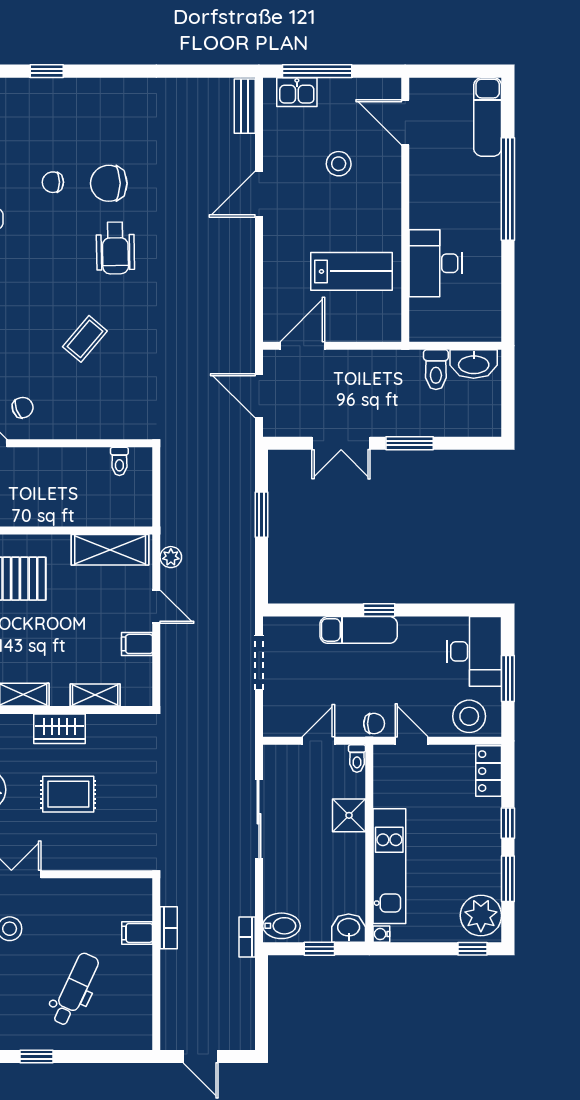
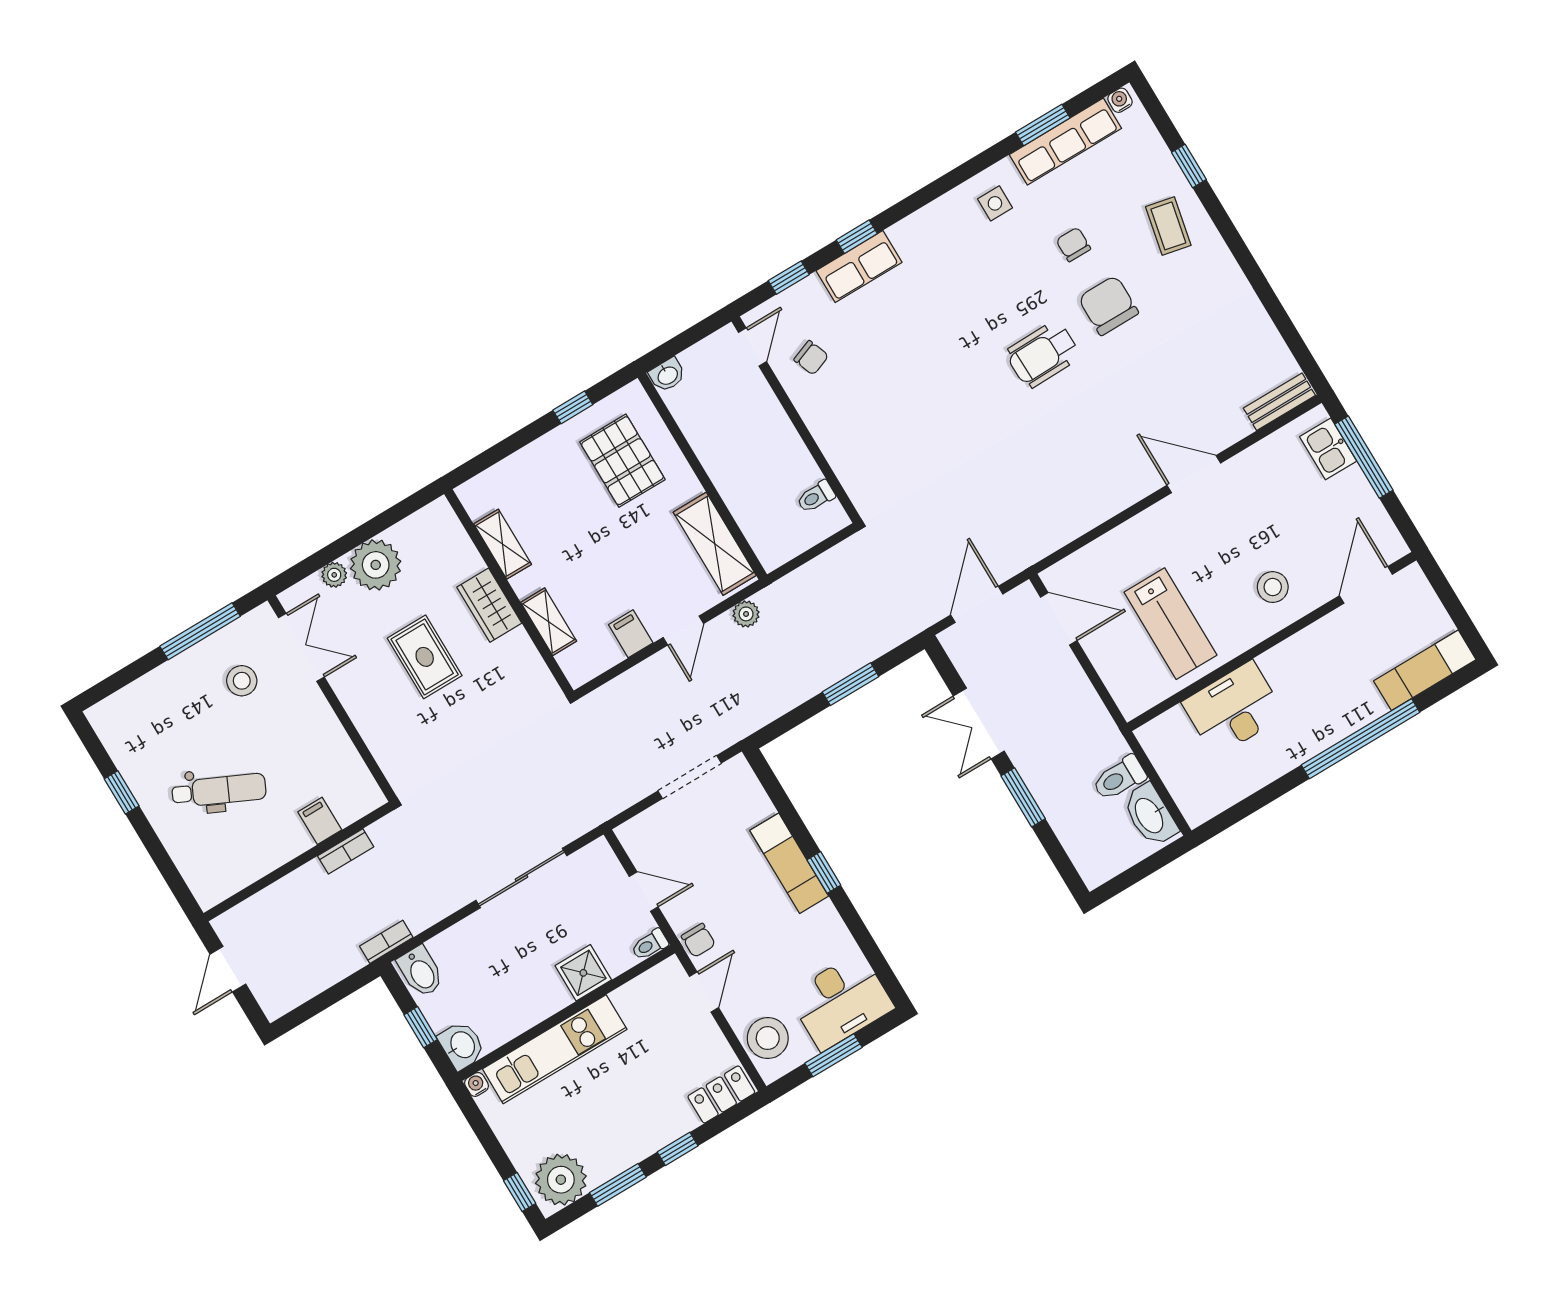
stool: (339, 164) -> (1273, 587), moved
coffee table: (85, 339) -> (1168, 226), moved, turned 62

